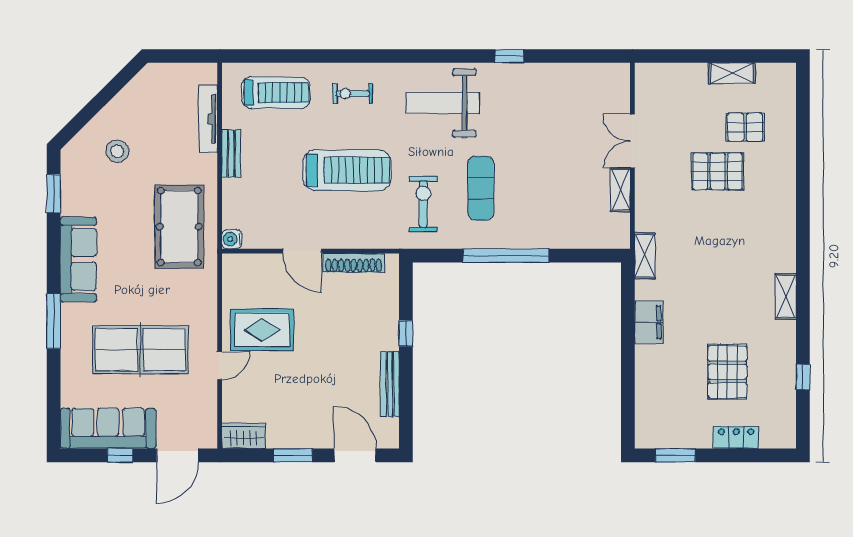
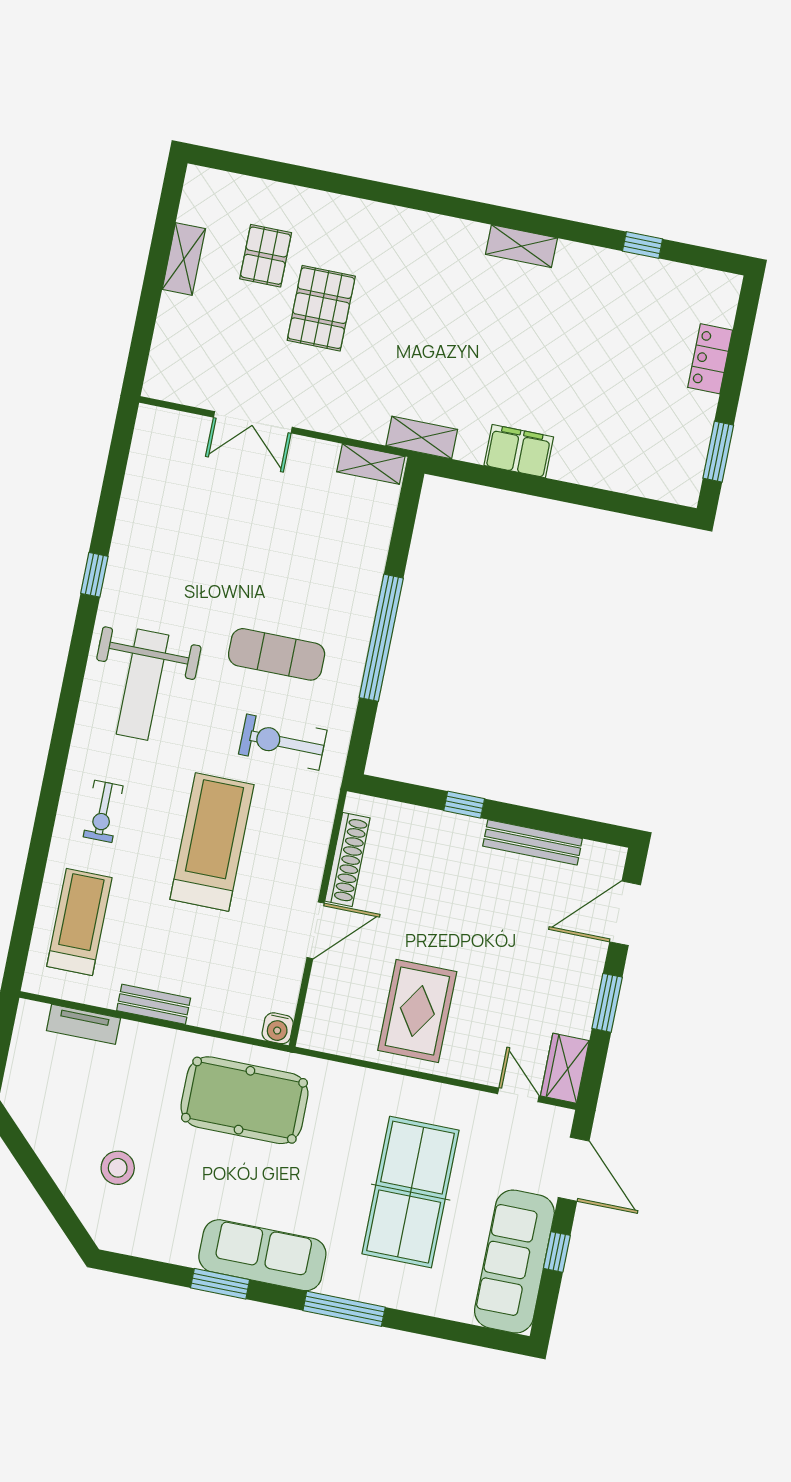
tv unit: (208, 119) -> (83, 1024), width x0.71
shelving: (620, 190) -> (371, 464), moved
window: (54, 194) -> (220, 1284), moved
door: (220, 366) -> (518, 1095), moved
pallet: (727, 372) -> (613, 352), removed

